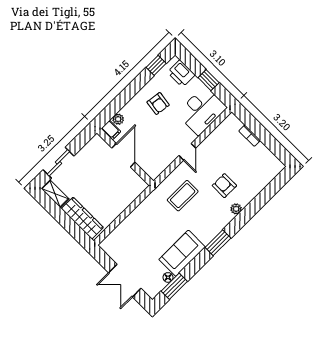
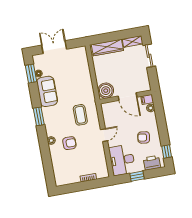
door: (187, 152) -> (104, 135), swing flipped
boiler: (134, 185) -> (106, 91), added

